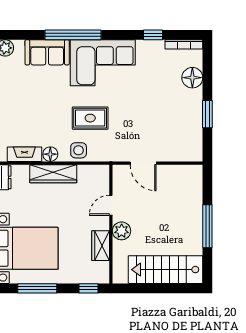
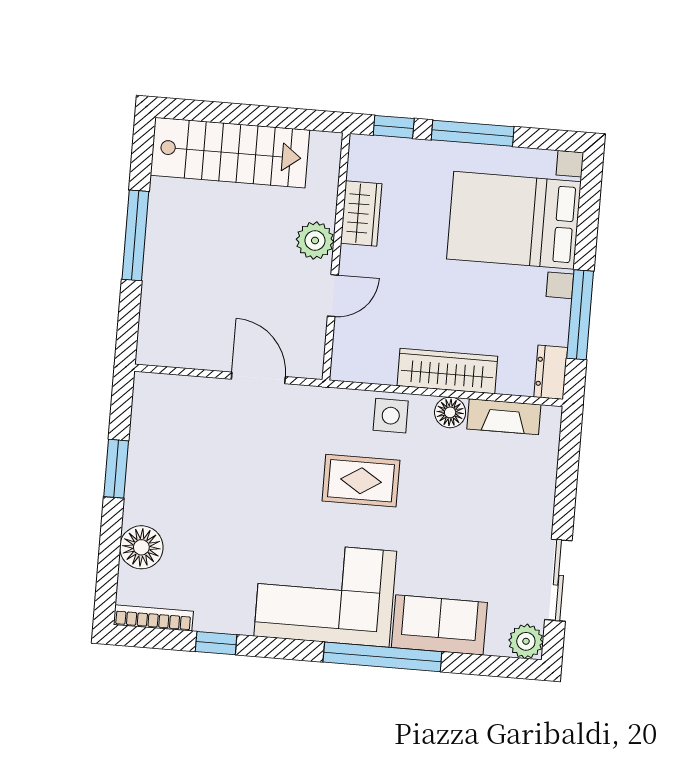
window: (37, 288) -> (473, 133), moved

